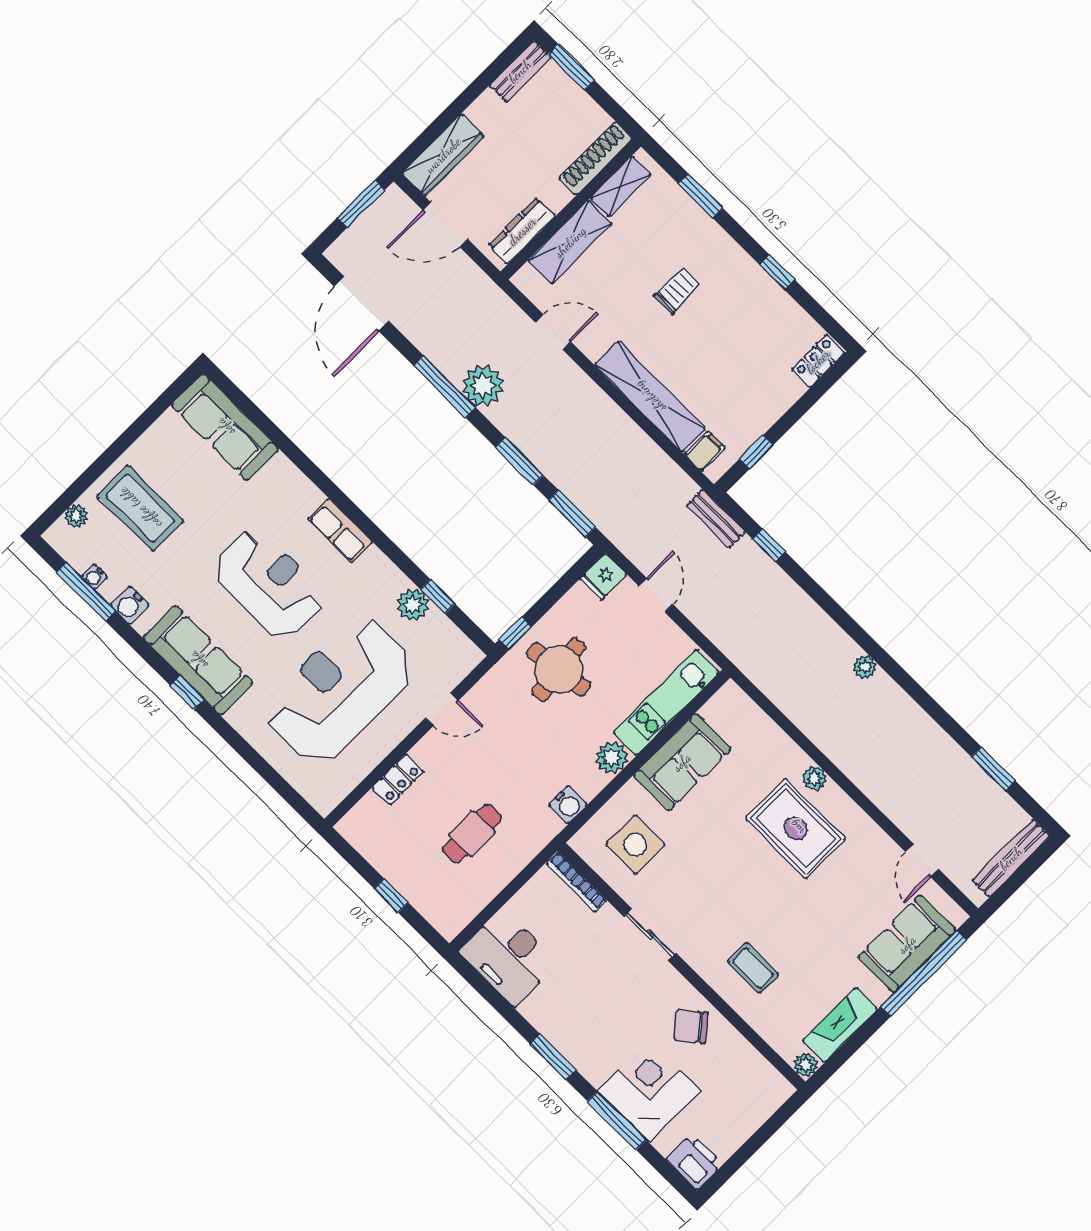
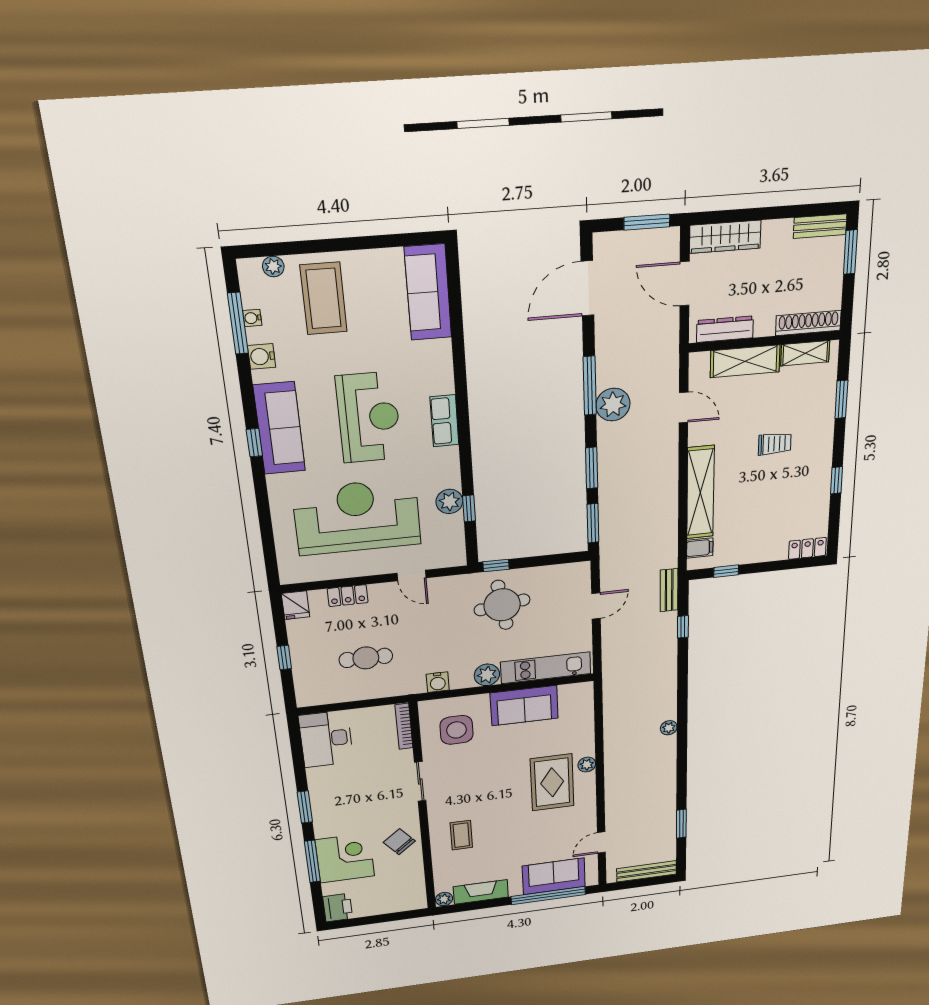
fridge: (603, 577) -> (296, 605), moved, turned -90

